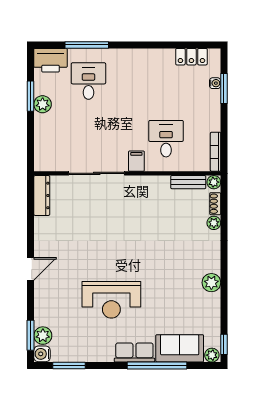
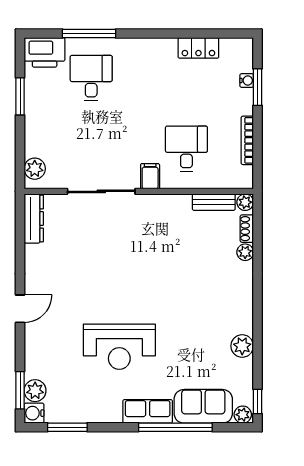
locker: (191, 57) -> (198, 48), moved
plant: (43, 104) -> (35, 169), moved
bookcase: (216, 152) -> (247, 140), moved
plant: (211, 283) -> (242, 346), moved

